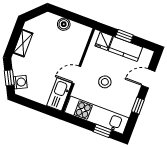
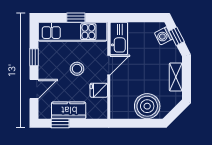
boiler: (64, 24) -> (147, 106), width x1.86, depth x1.86
window: (124, 36) -> (60, 123), moved
fridge: (104, 41) -> (99, 90), moved, turned -90
window: (102, 131) -> (76, 18), moved

